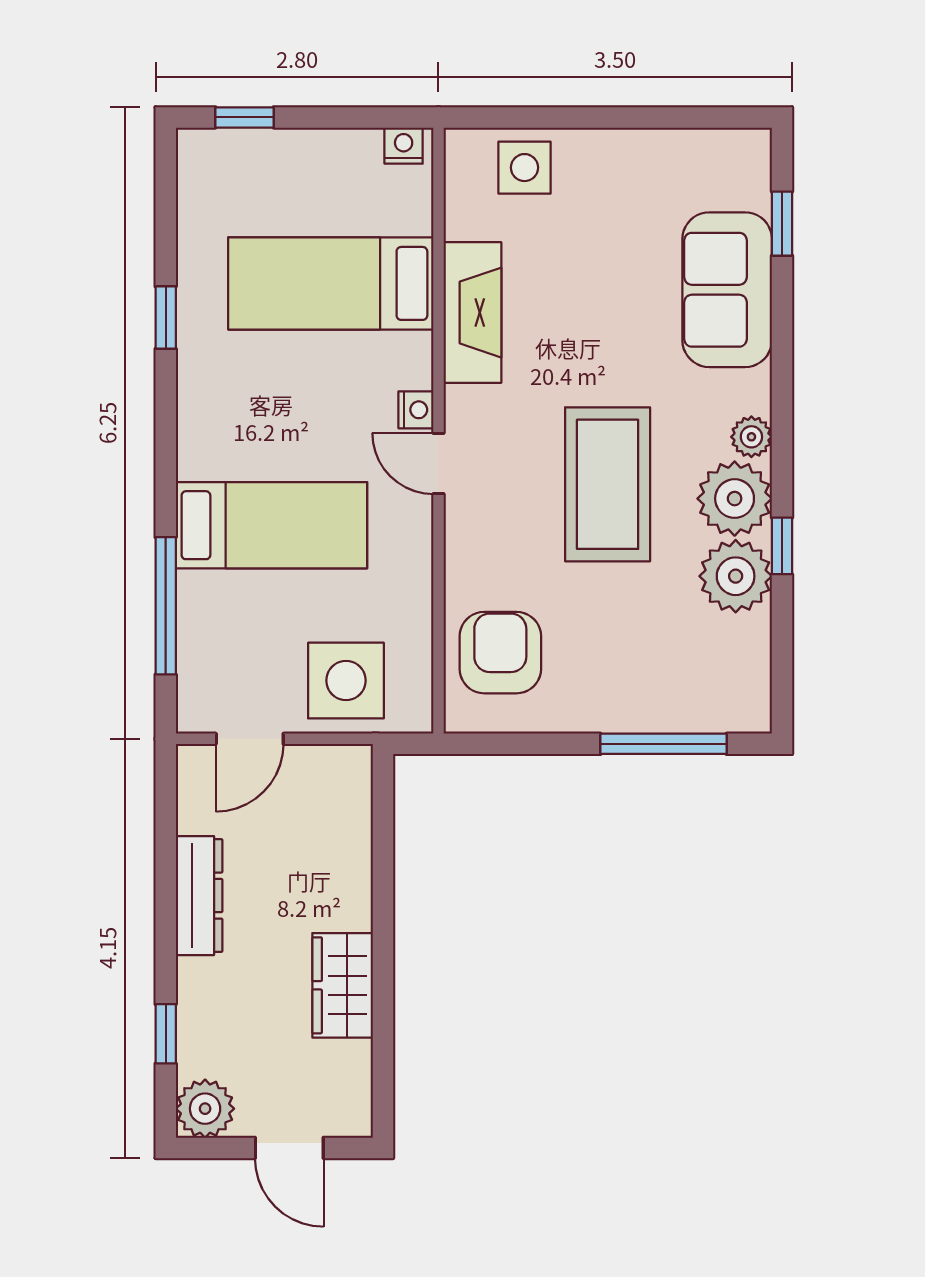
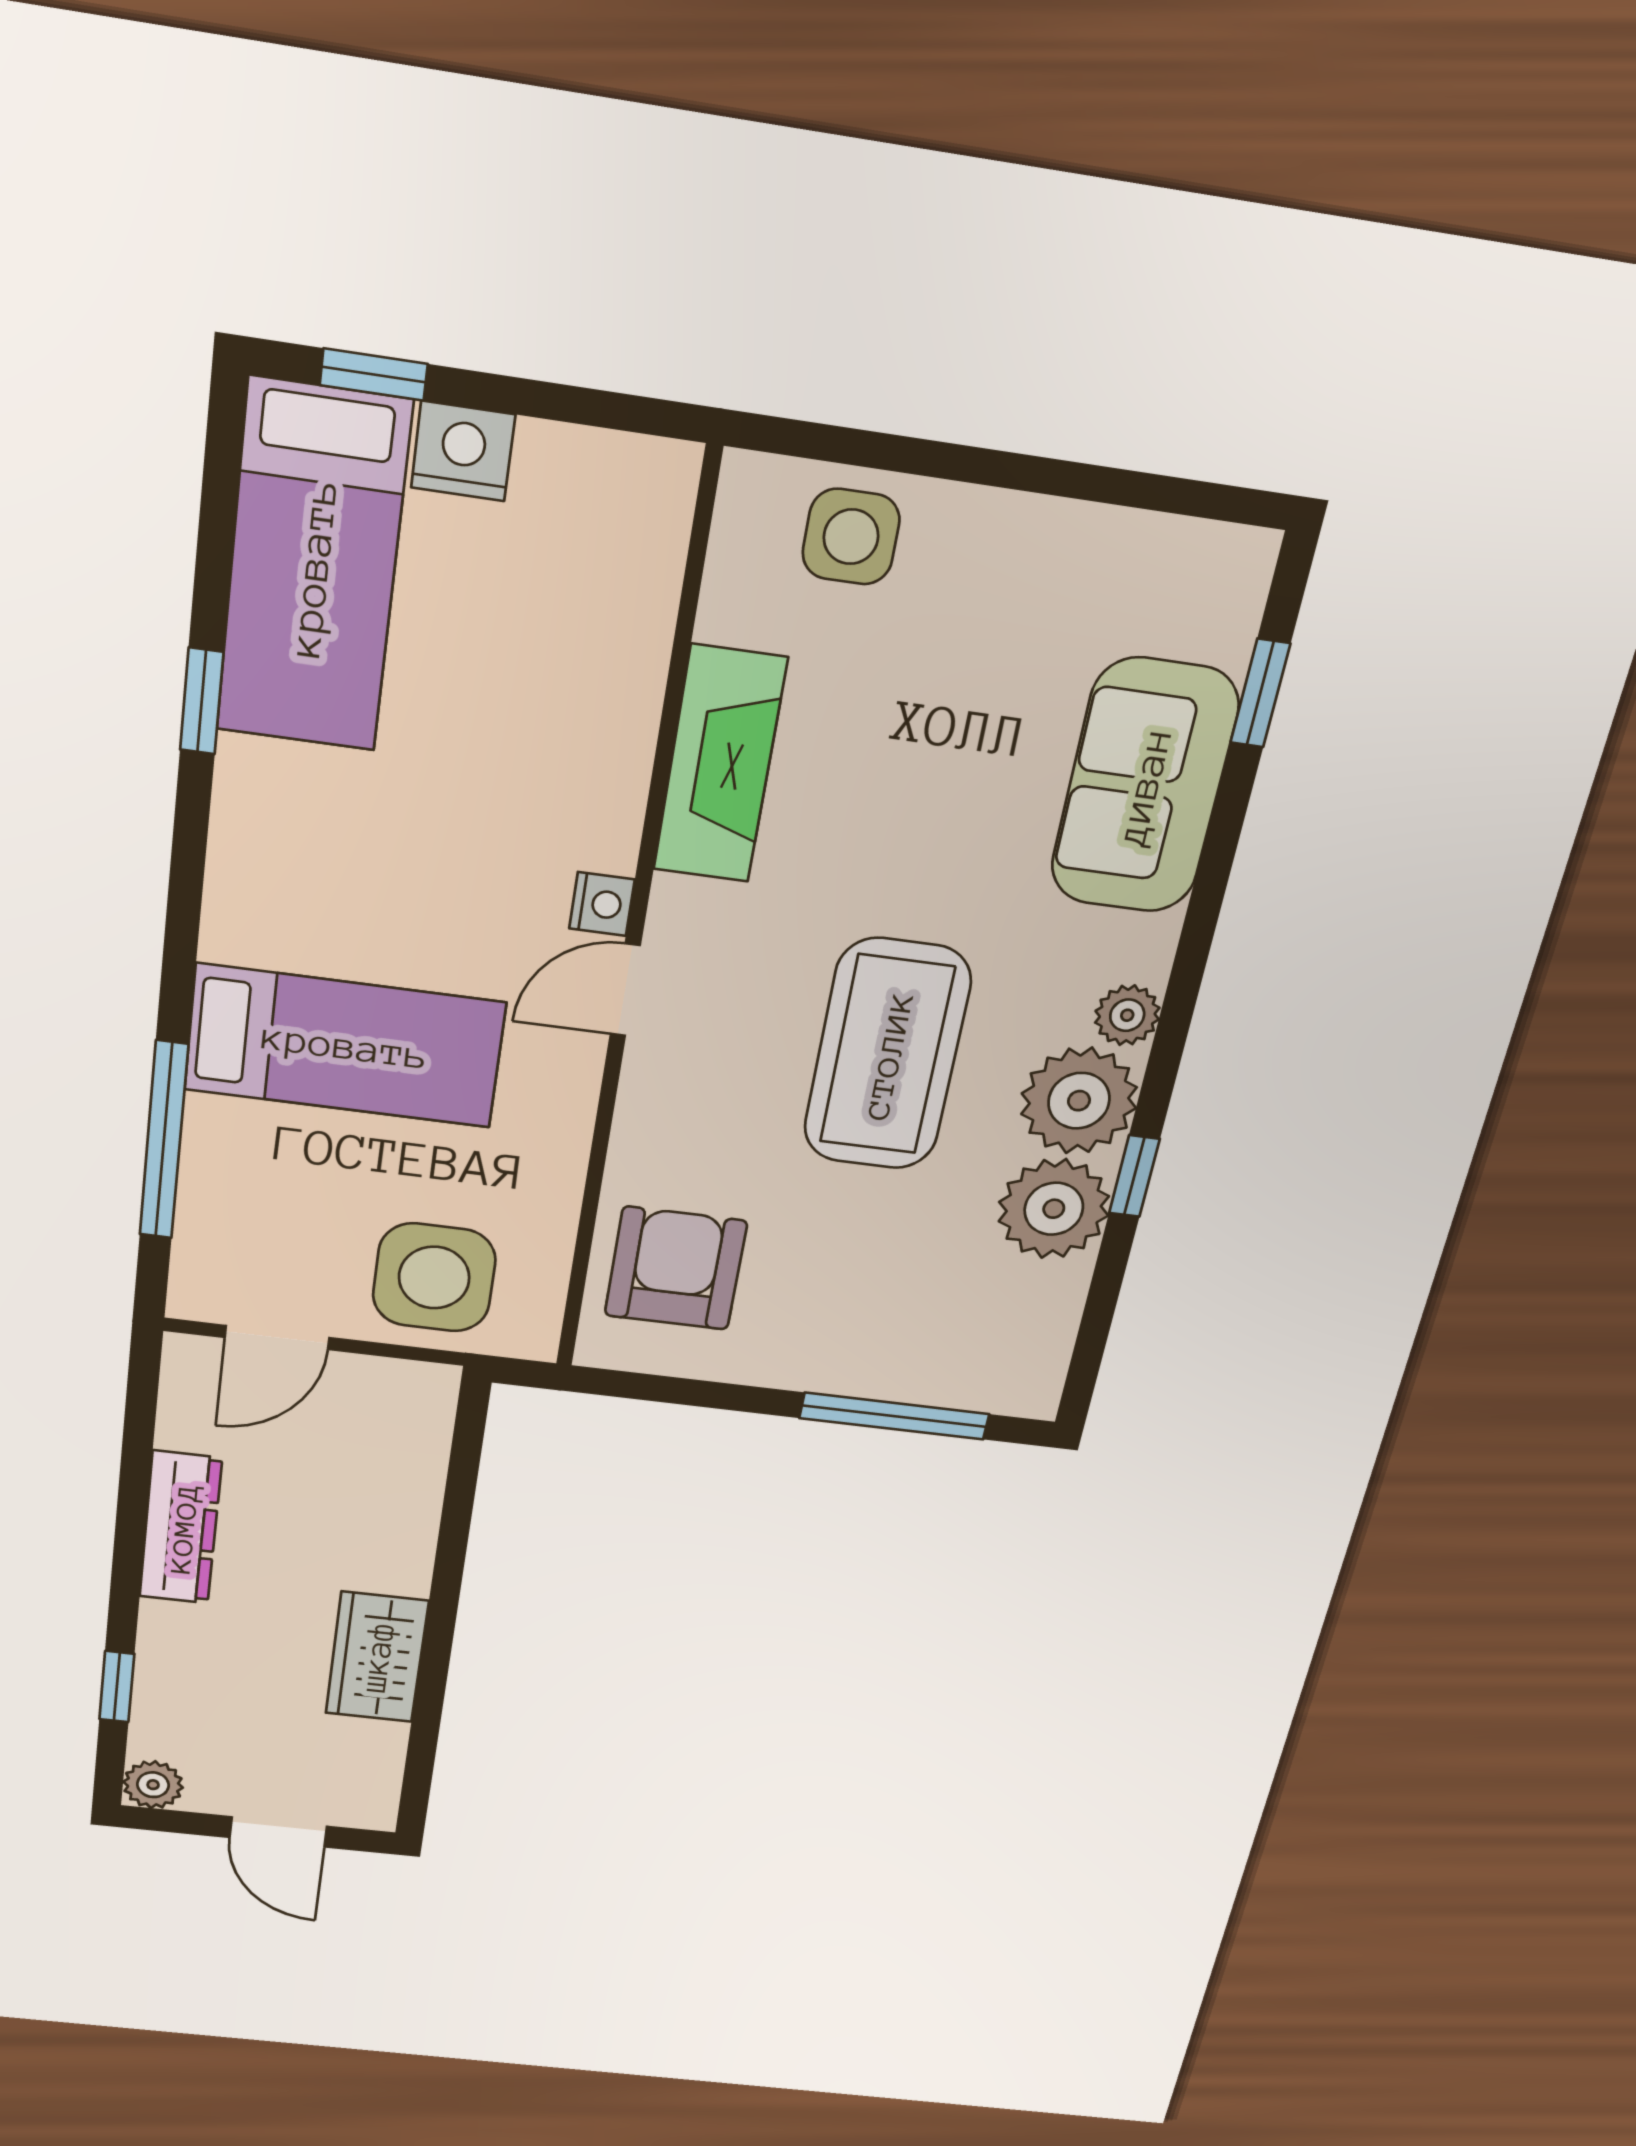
nightstand: (404, 146) -> (463, 451), moved, width x1.39, depth x1.35
bed: (331, 283) -> (313, 568), moved, turned -90
door: (438, 464) -> (625, 990), hinge flipped
plant: (205, 1109) -> (153, 1785), width x0.73, depth x0.73

